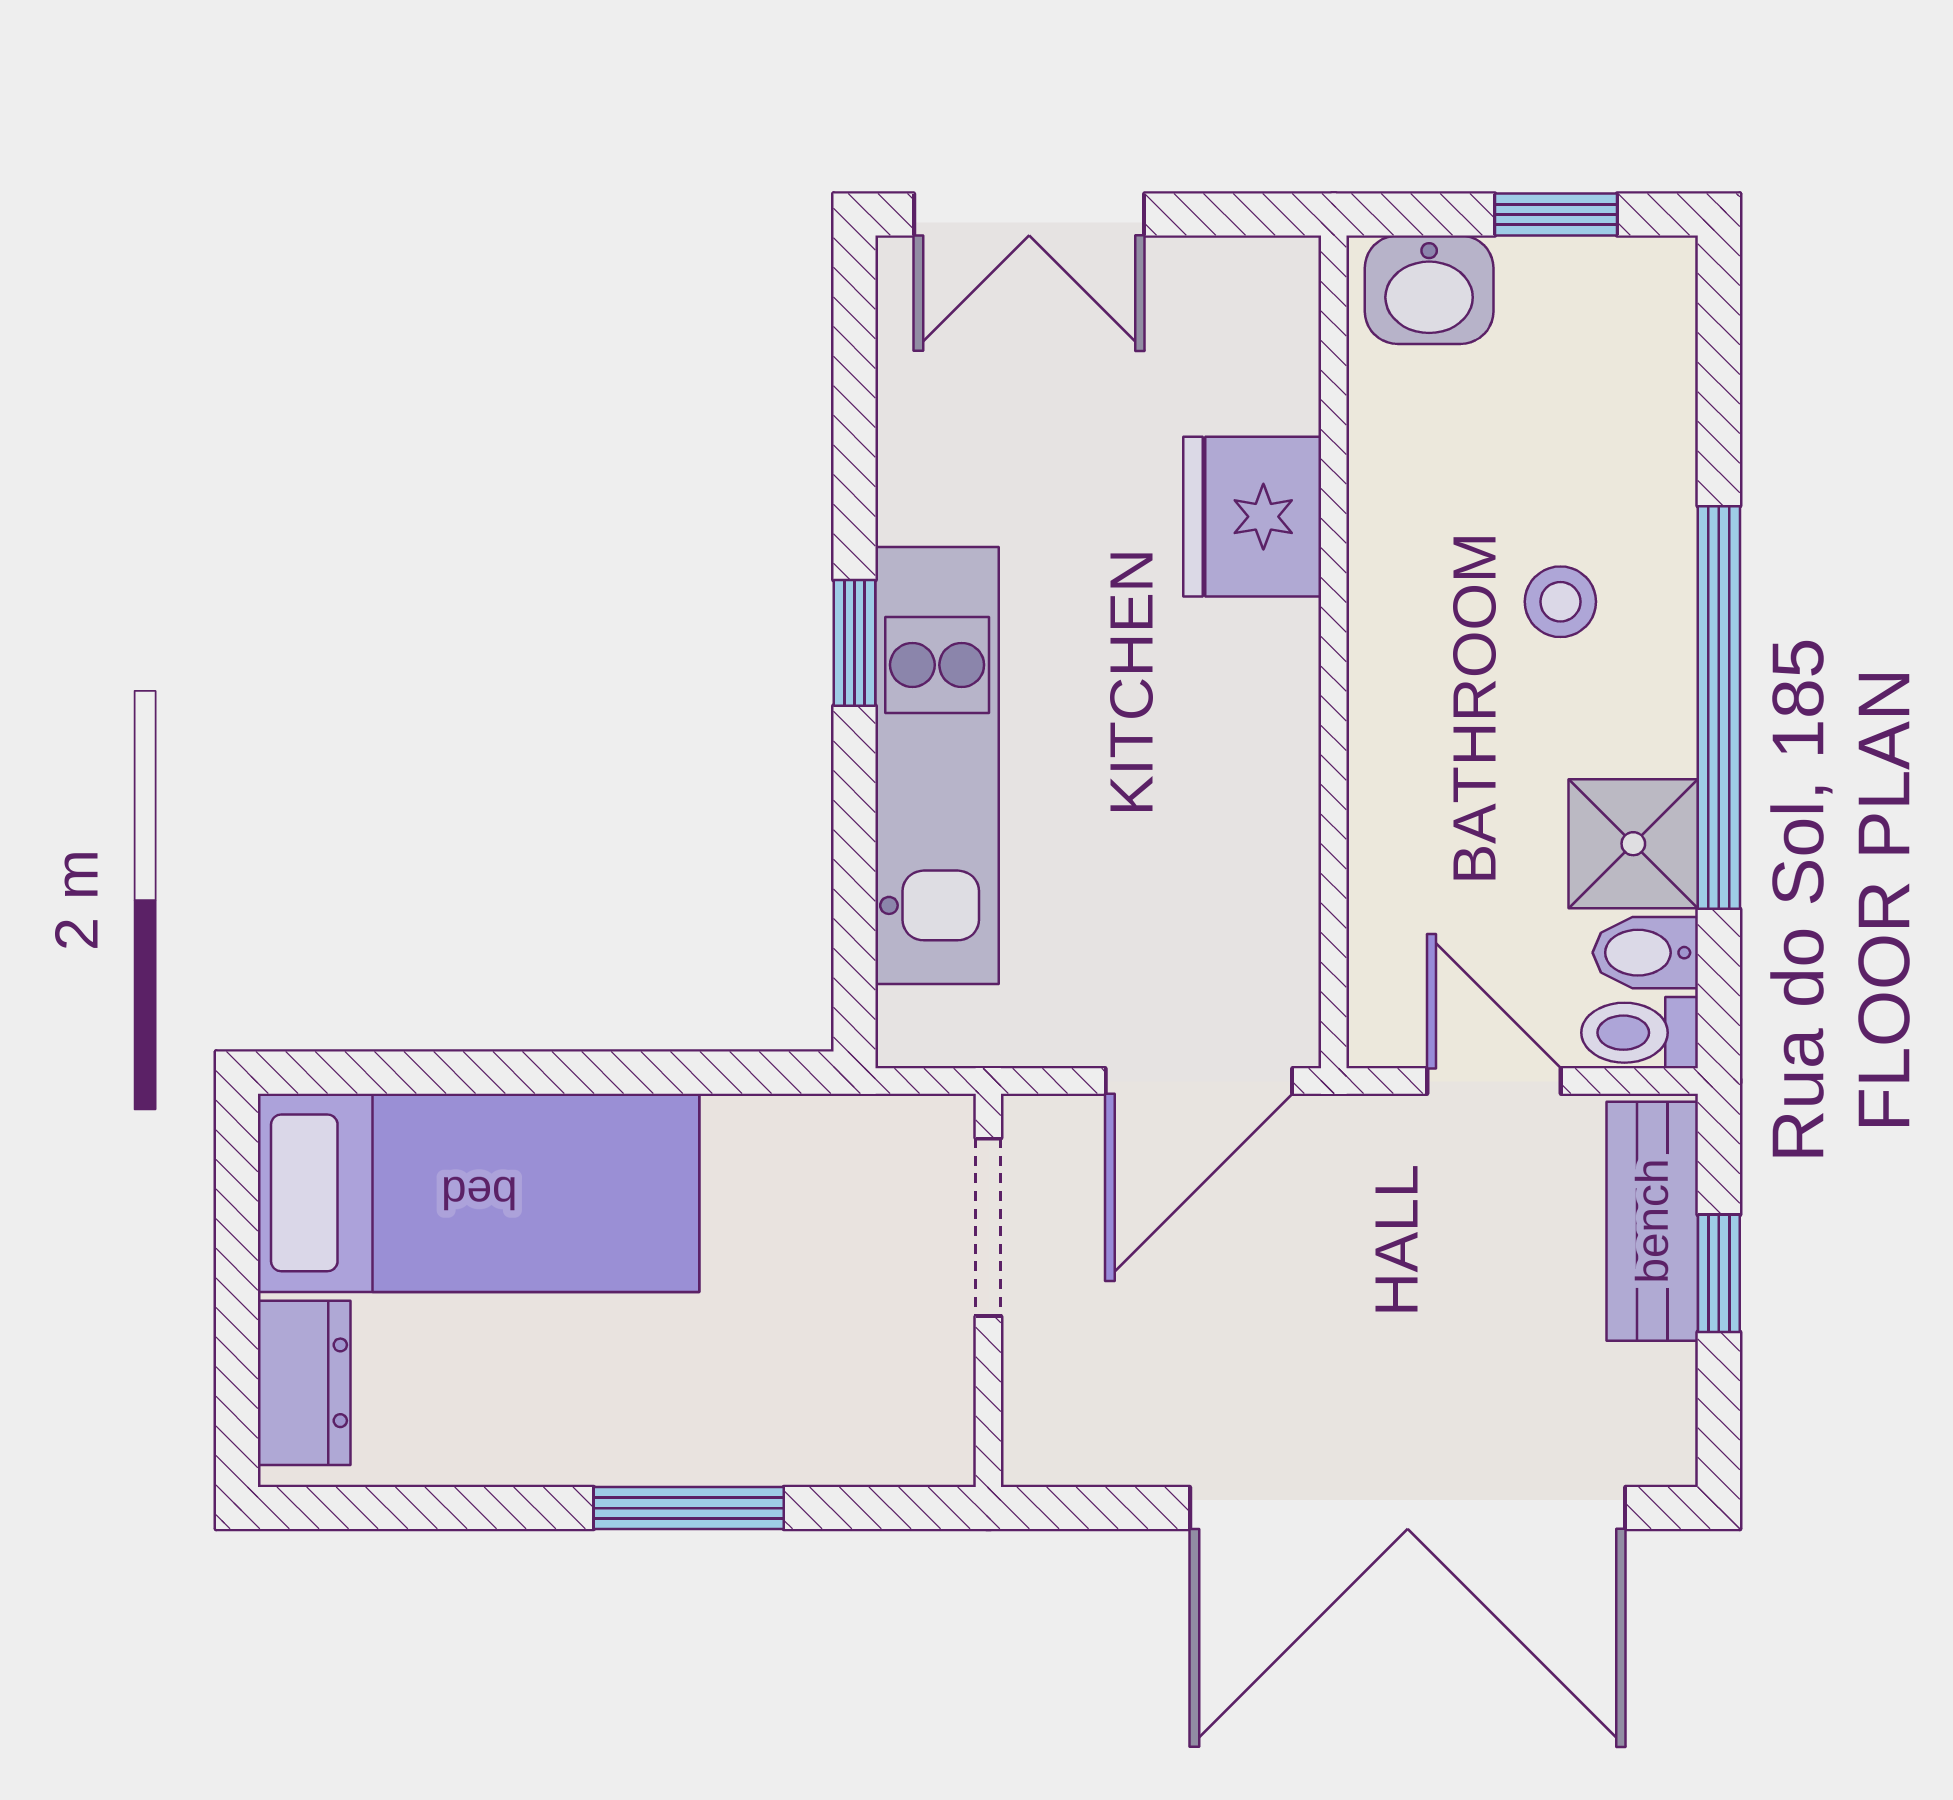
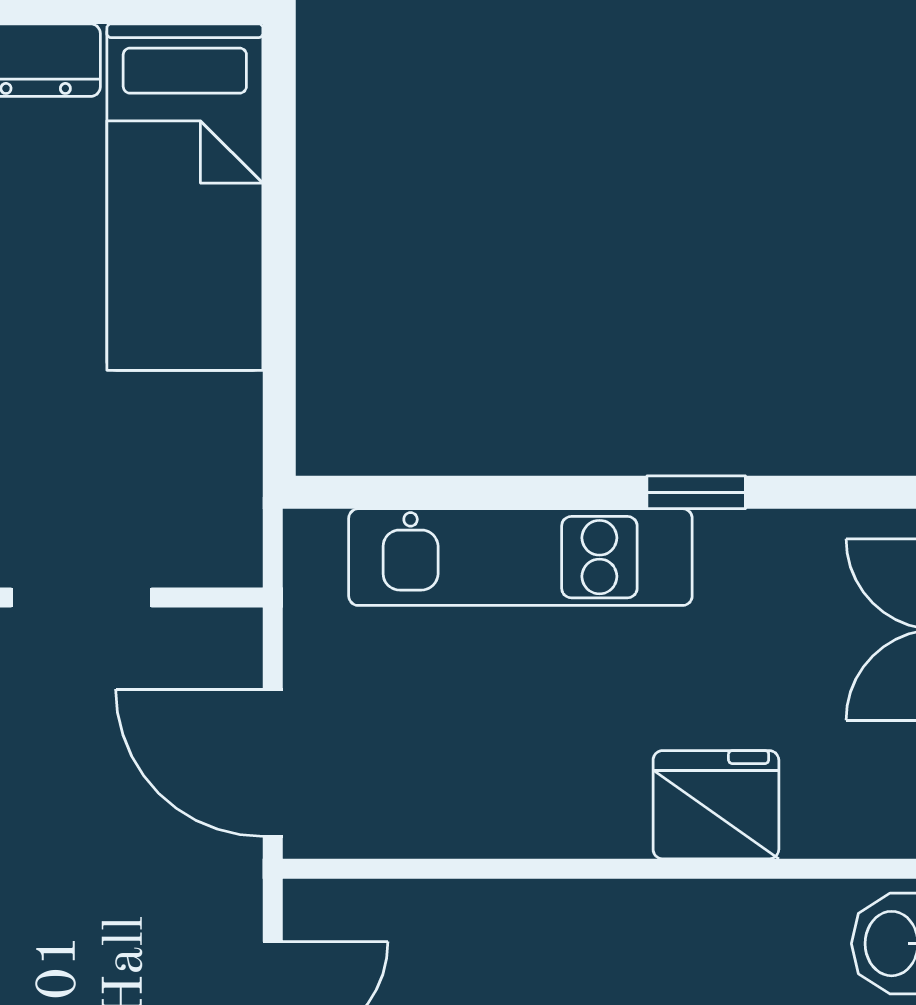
window: (854, 643) -> (696, 492), moved
doorway: (988, 1227) -> (81, 597), moved

